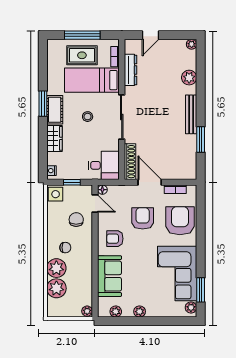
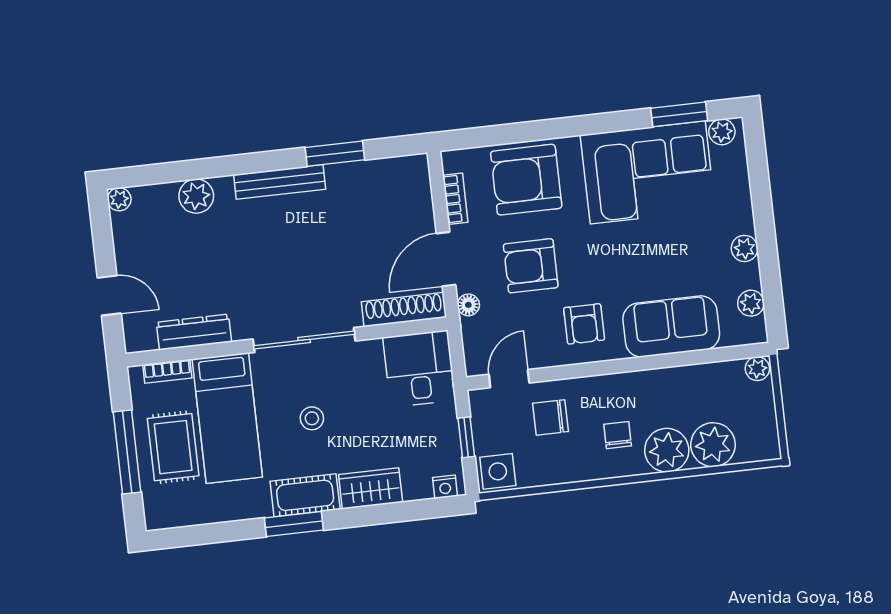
floor lamp: (102, 190) -> (468, 305), moved

